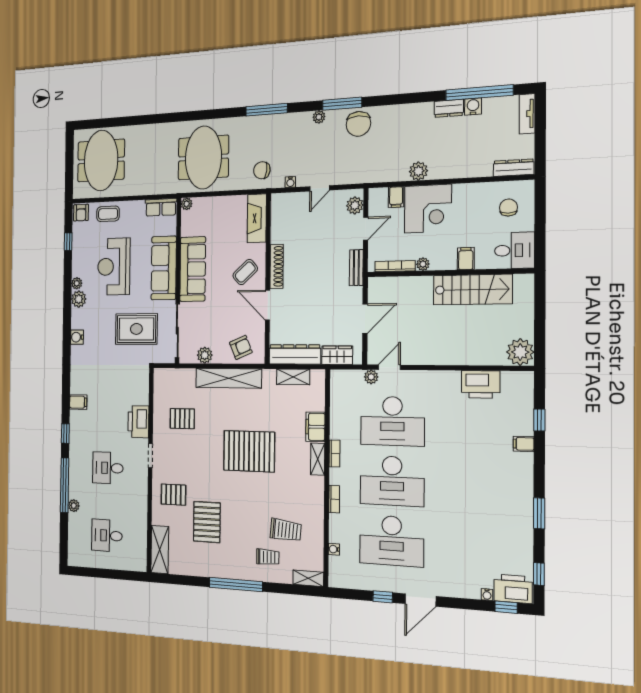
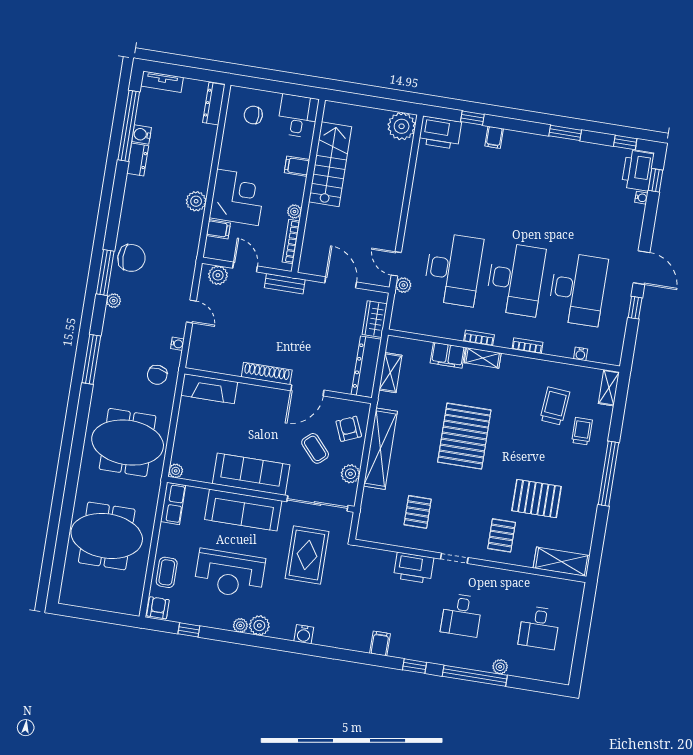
meeting table: (101, 160) -> (107, 536), moved
armchair: (81, 213) -> (158, 608), turned -90
coffee table: (245, 272) -> (315, 448), moved
printer: (481, 384) -> (440, 133), moved, turned 90

